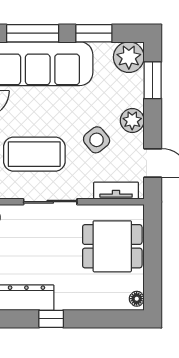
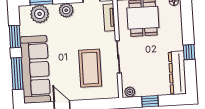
plant: (129, 57) -> (40, 14), moved
side table: (97, 140) -> (79, 31), removed

